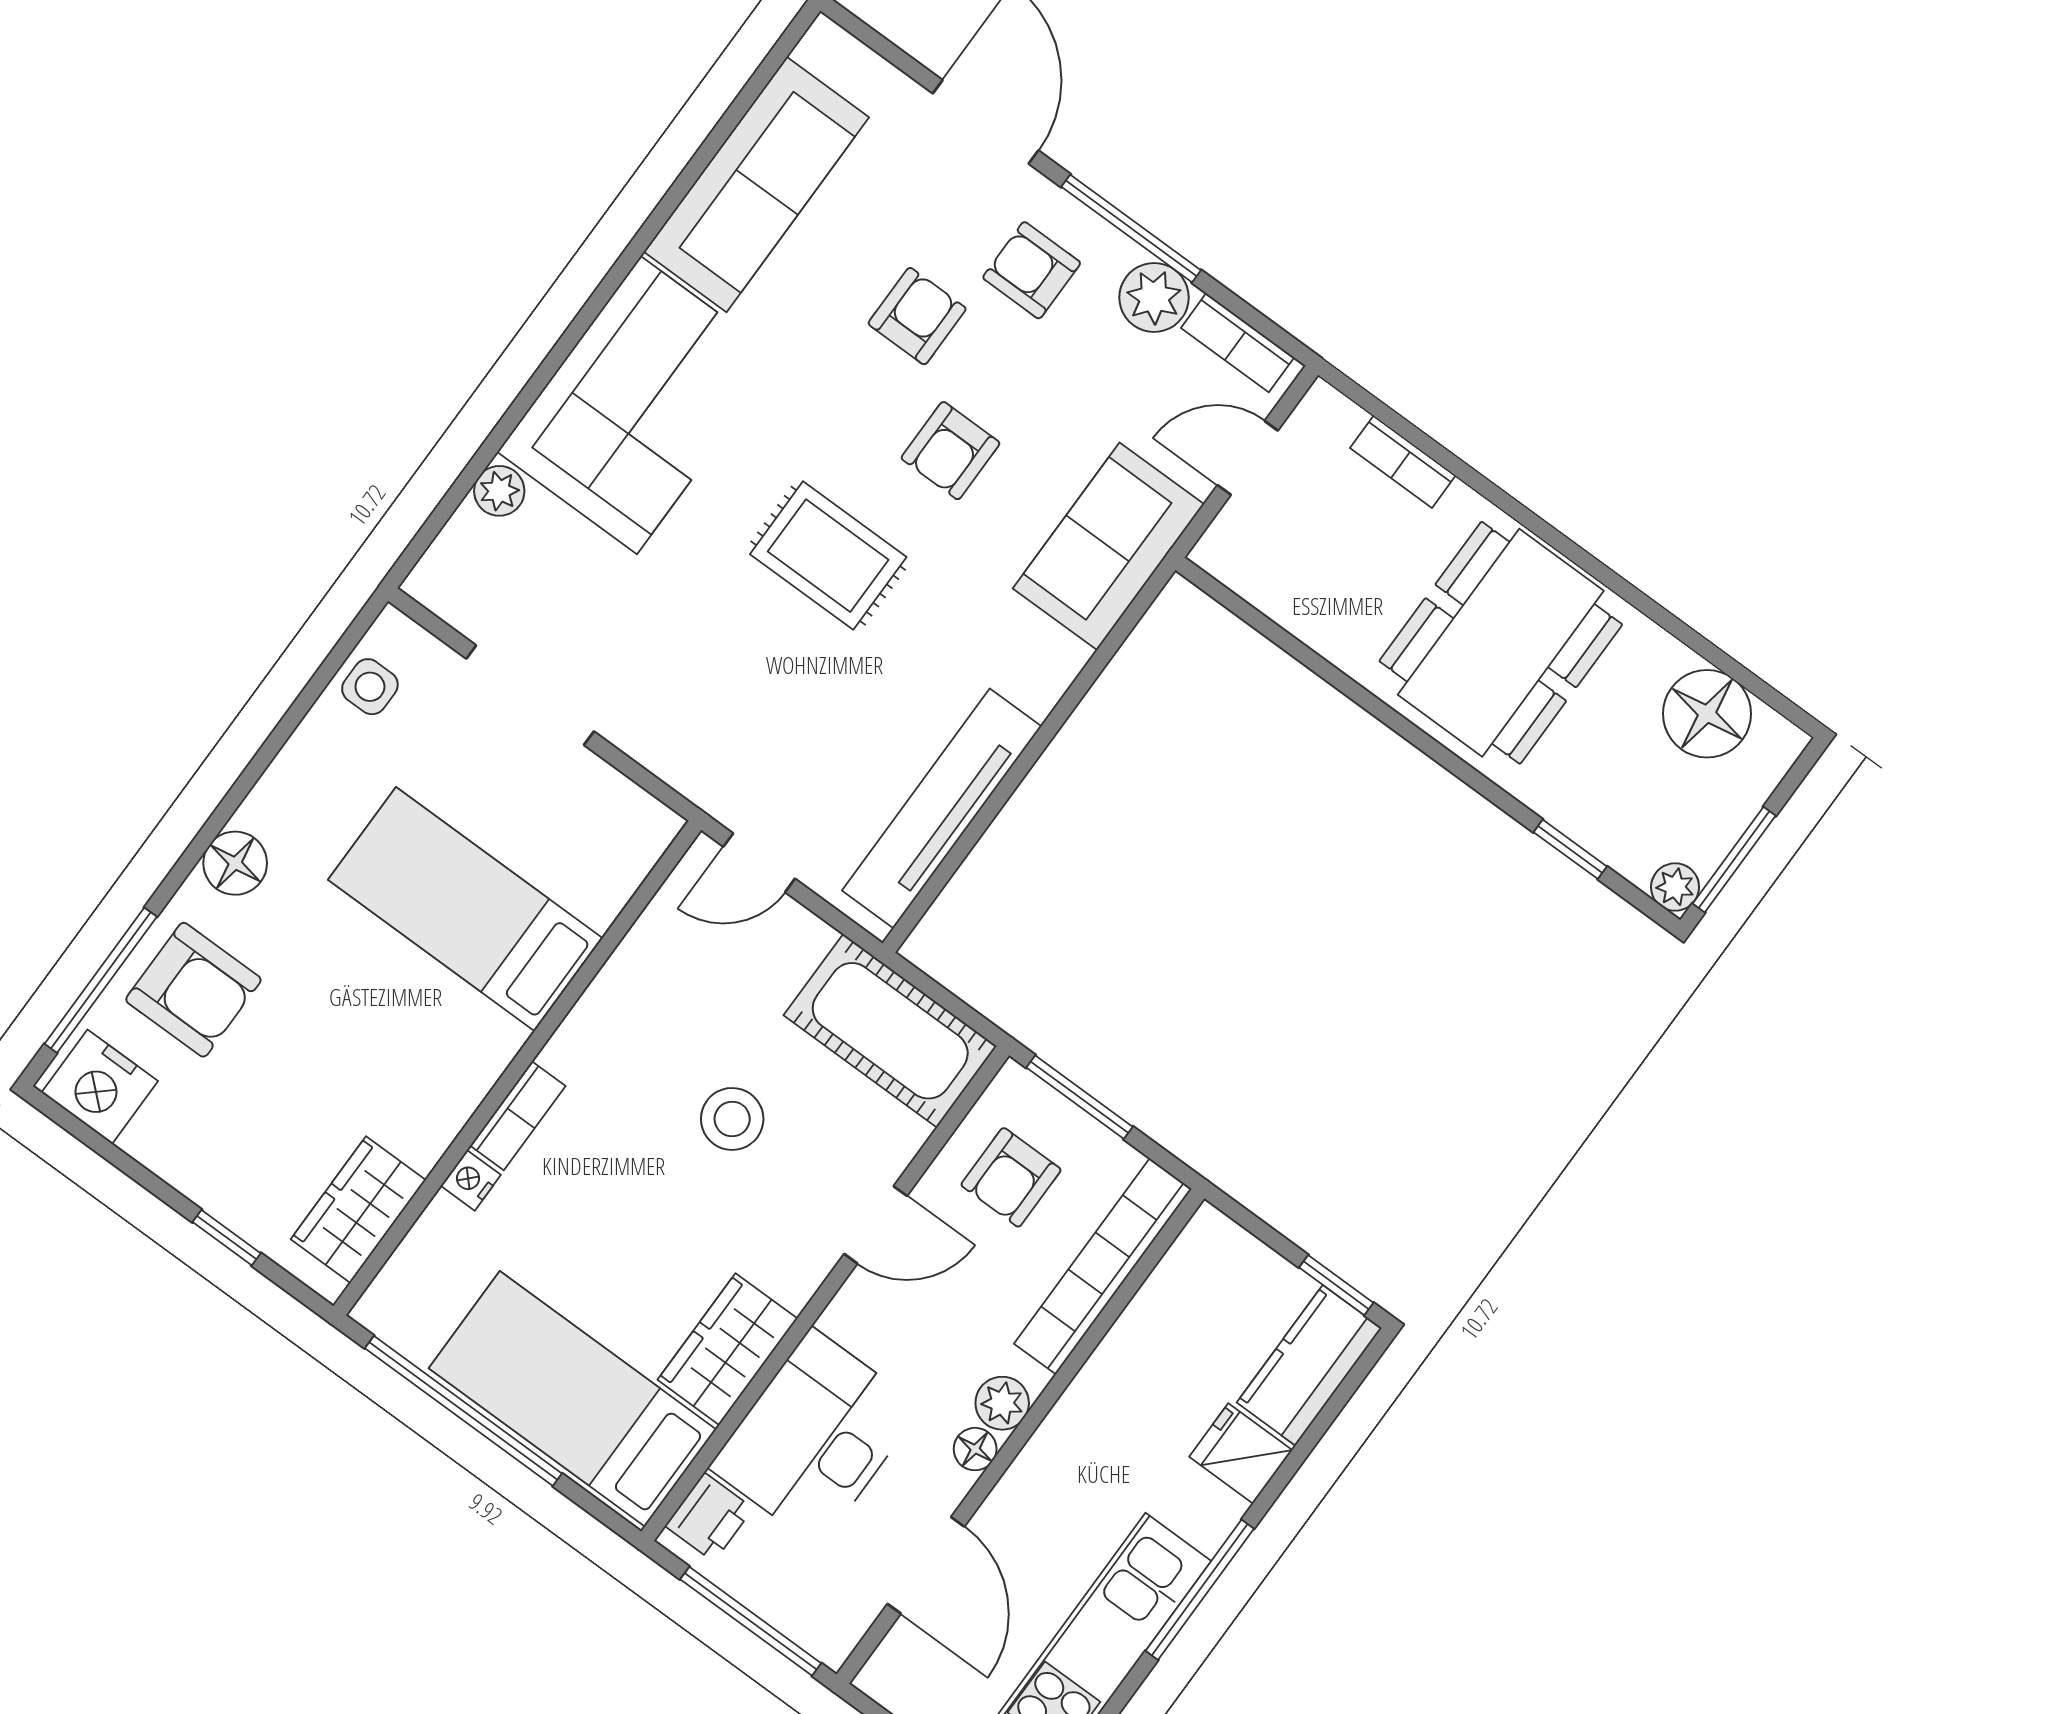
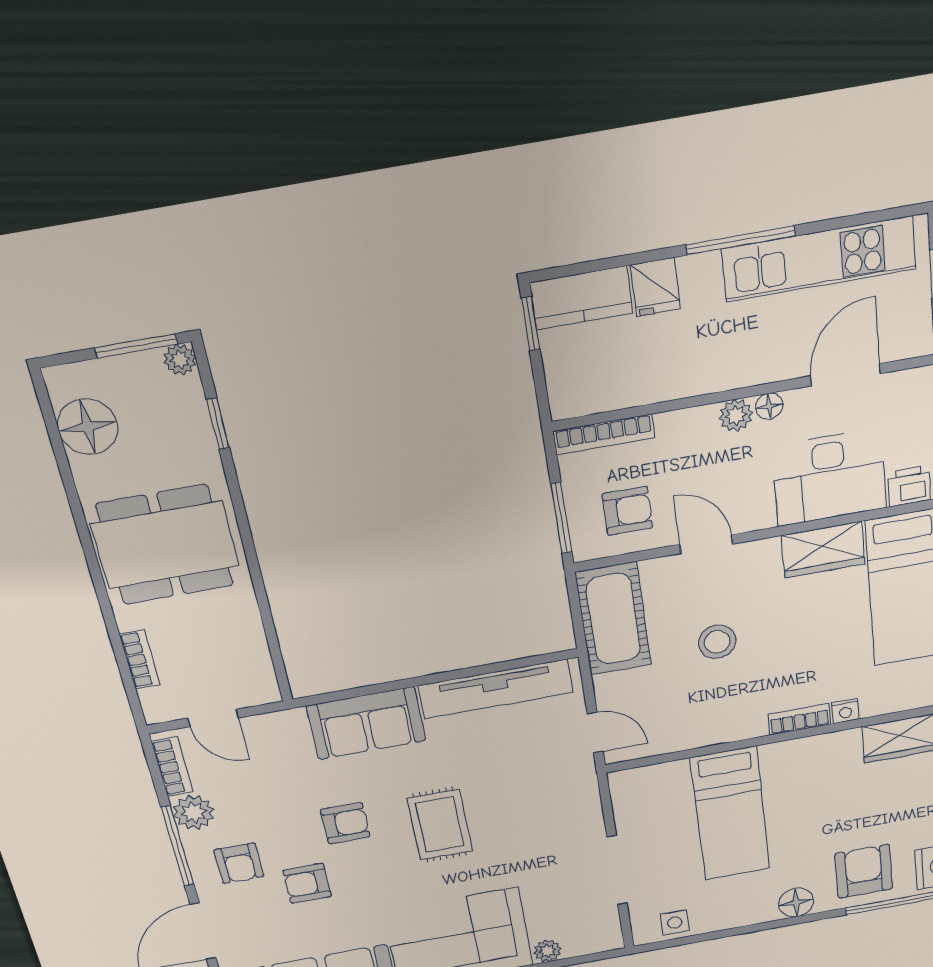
sofa: (1108, 546) -> (366, 723), moved
bookcase: (1103, 1266) -> (604, 435), width x0.68, depth x0.76

